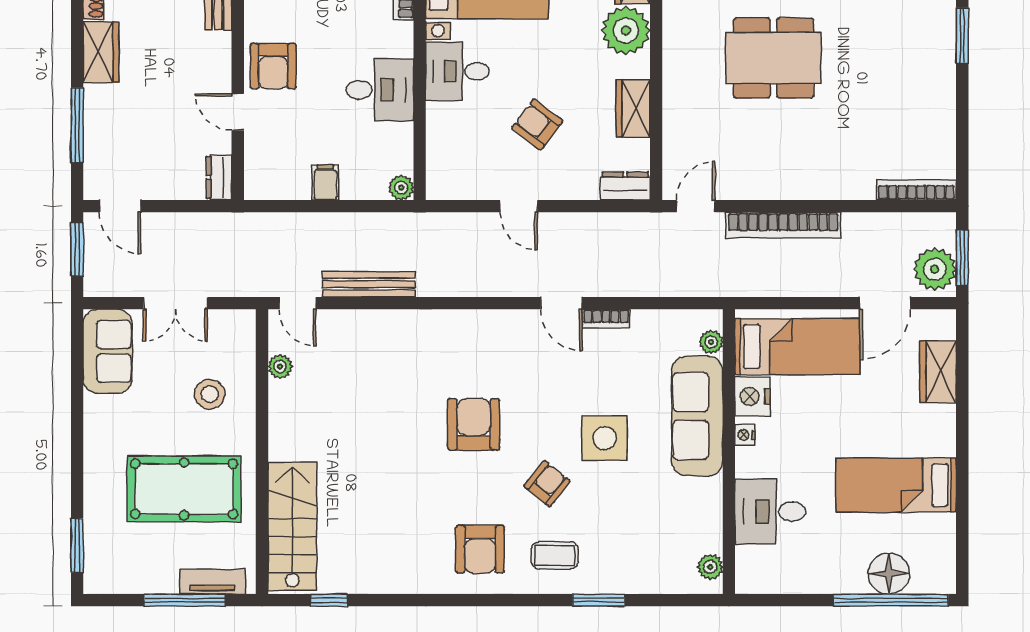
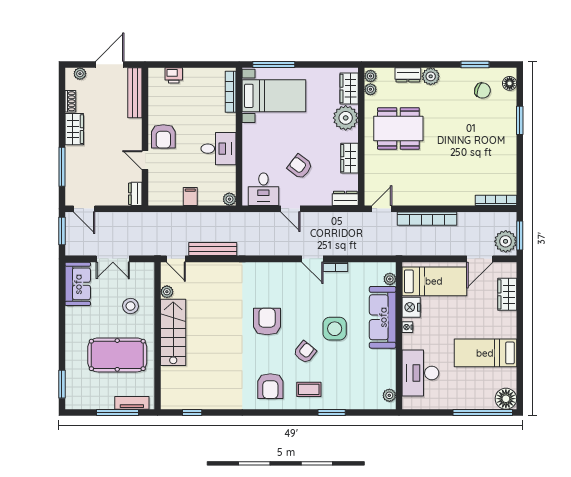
dining table: (774, 58) -> (398, 128), moved
desk: (457, 71) -> (263, 189), moved, turned -90
desk: (770, 512) -> (420, 373), width x1.37
stairs: (292, 526) -> (173, 332), moved
floor lamp: (889, 574) -> (506, 399), moved

